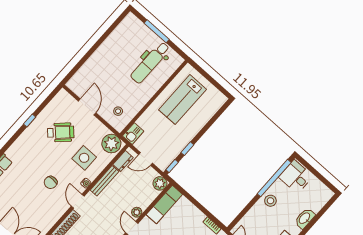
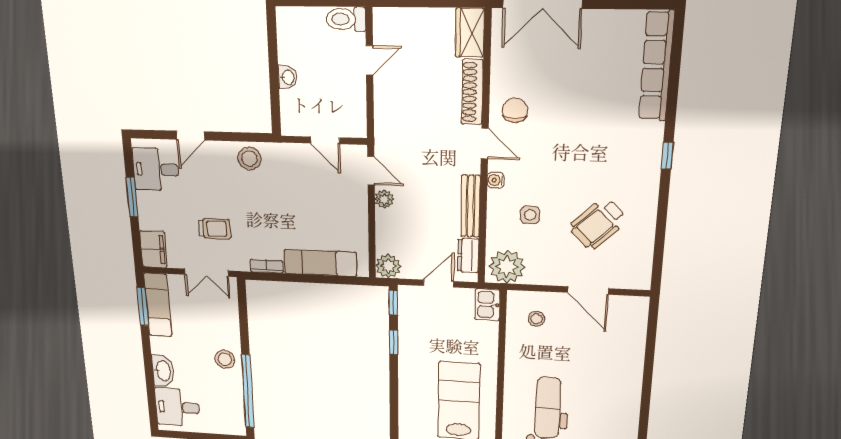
window: (30, 120) -> (667, 155), moved
side table: (84, 158) -> (530, 215), width x0.54, depth x0.54
desk: (296, 177) -> (177, 407), moved, turned 180
chair: (51, 182) -> (515, 110), moved
exam couch: (164, 205) -> (320, 263), moved, turned 90

